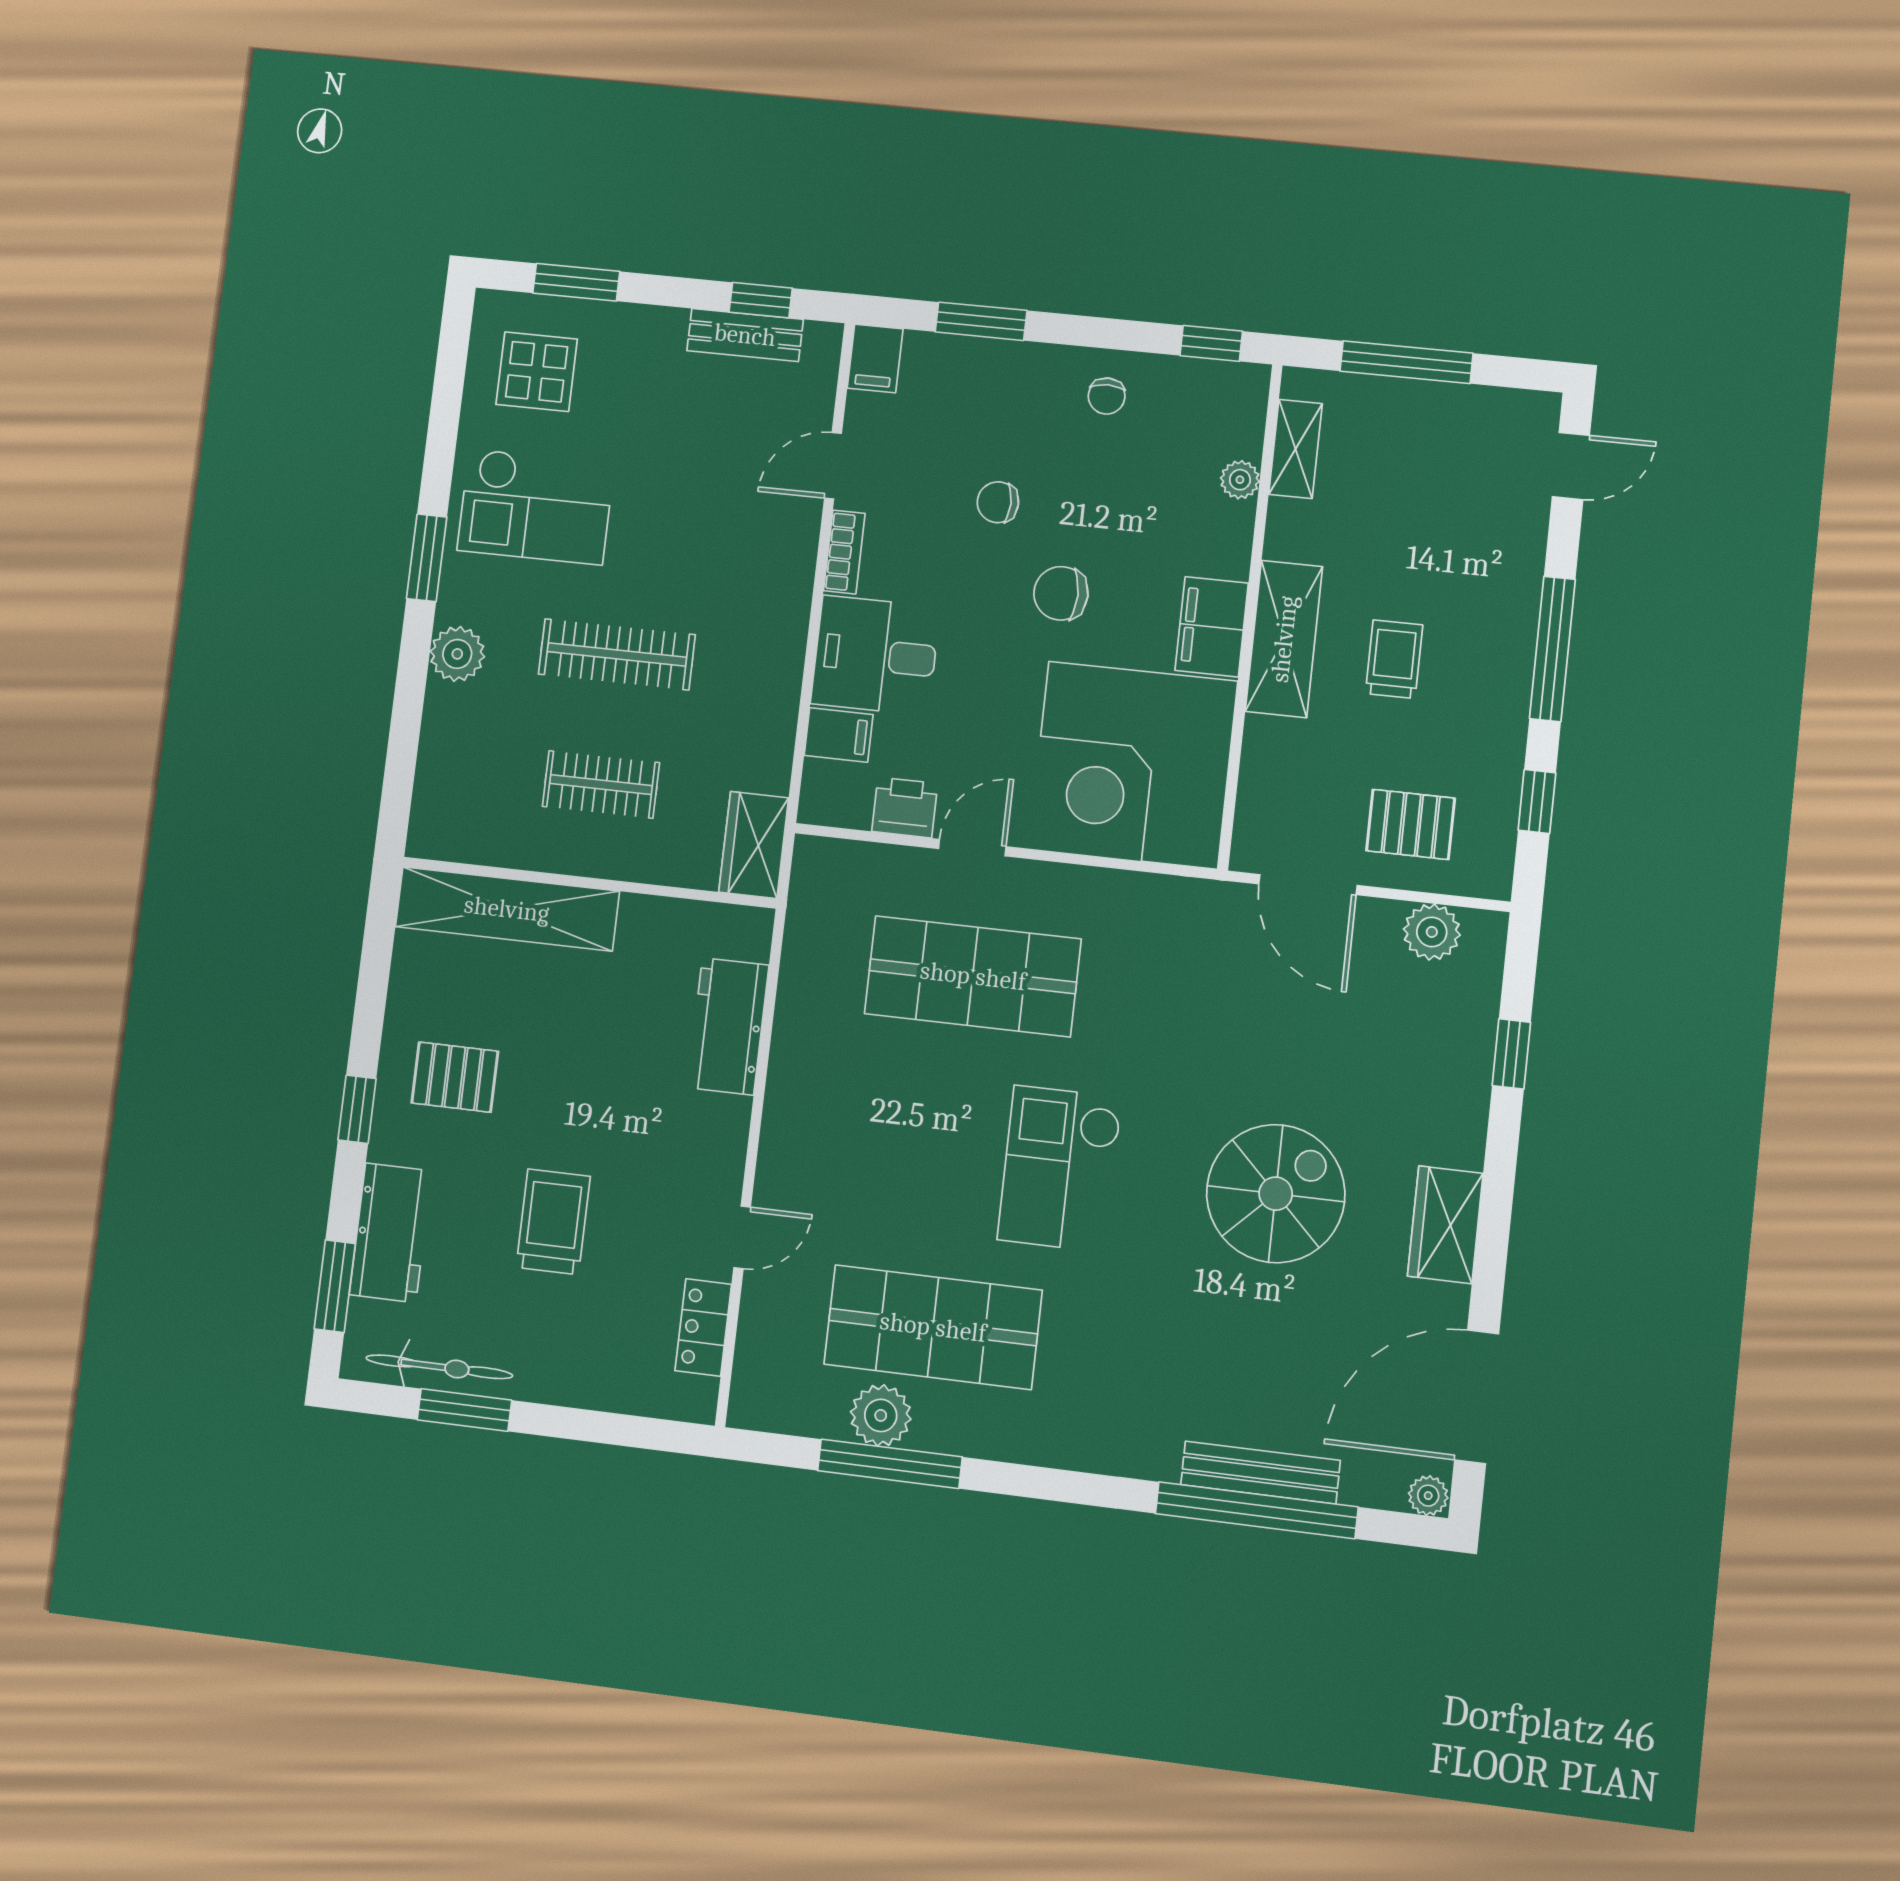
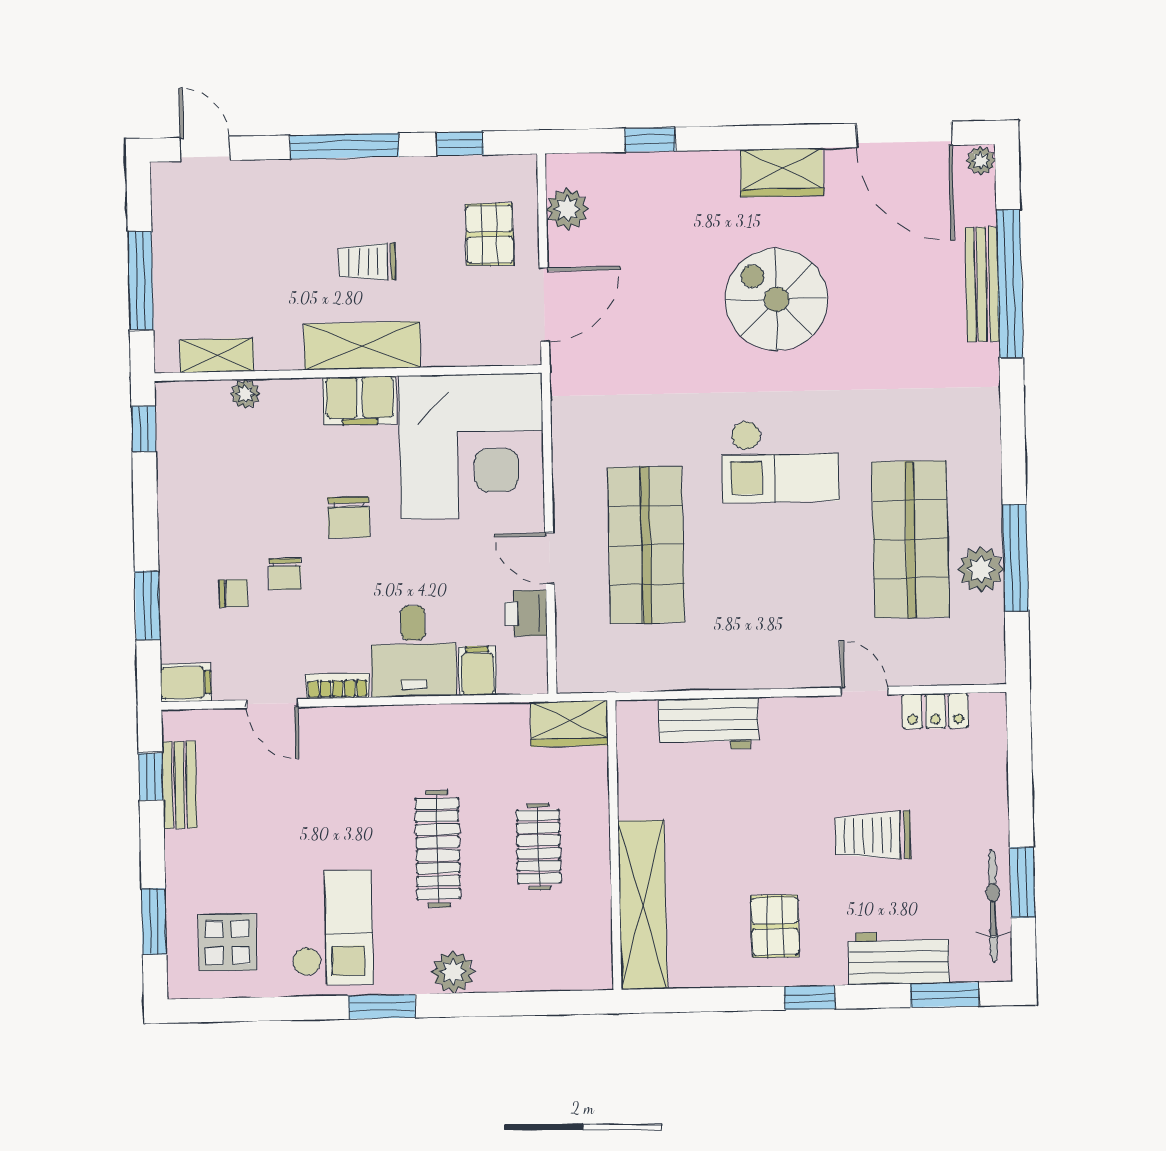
chair: (1107, 396) -> (234, 593), moved

